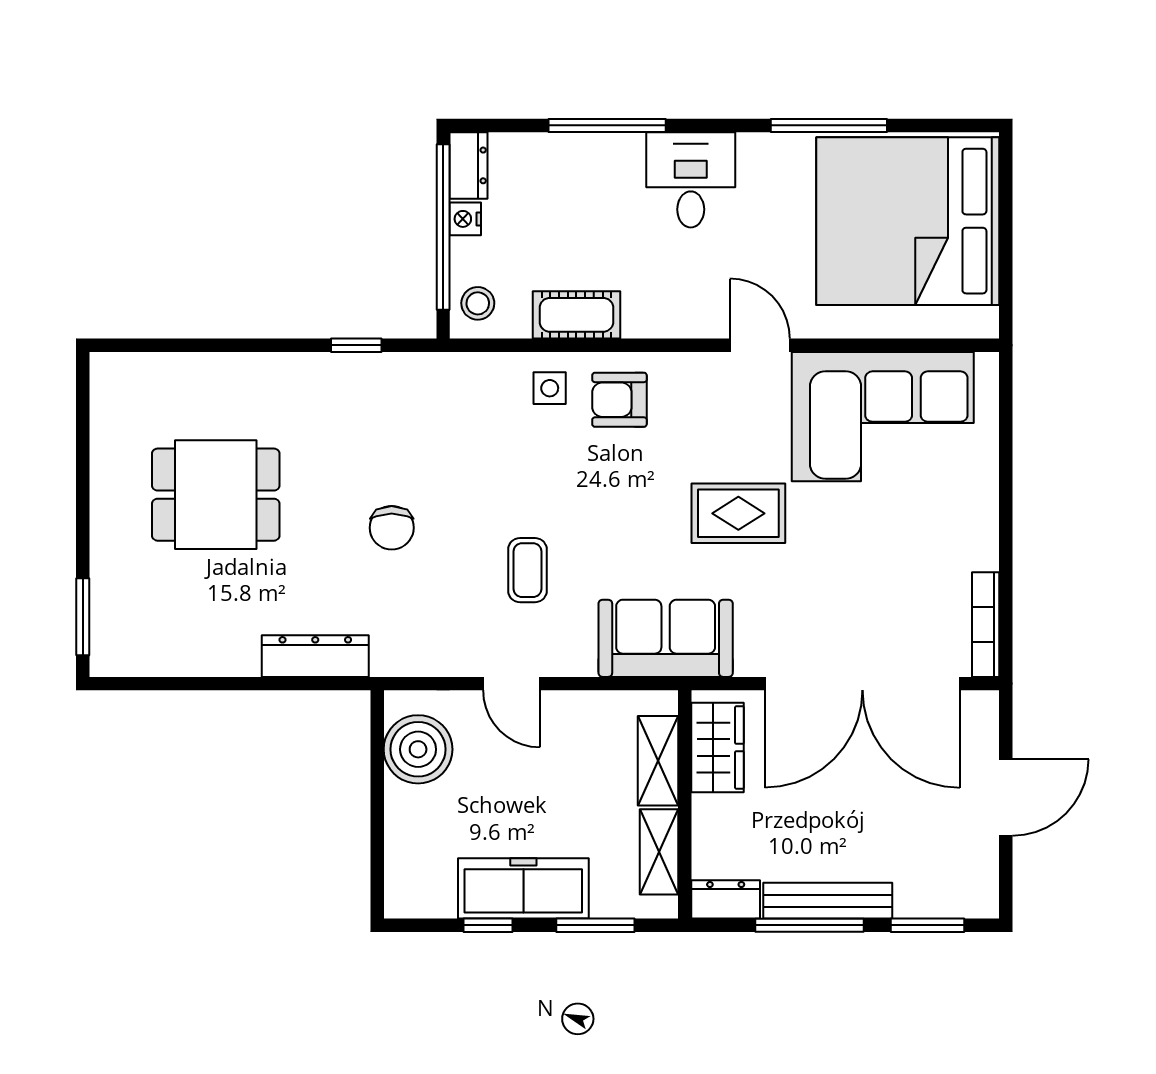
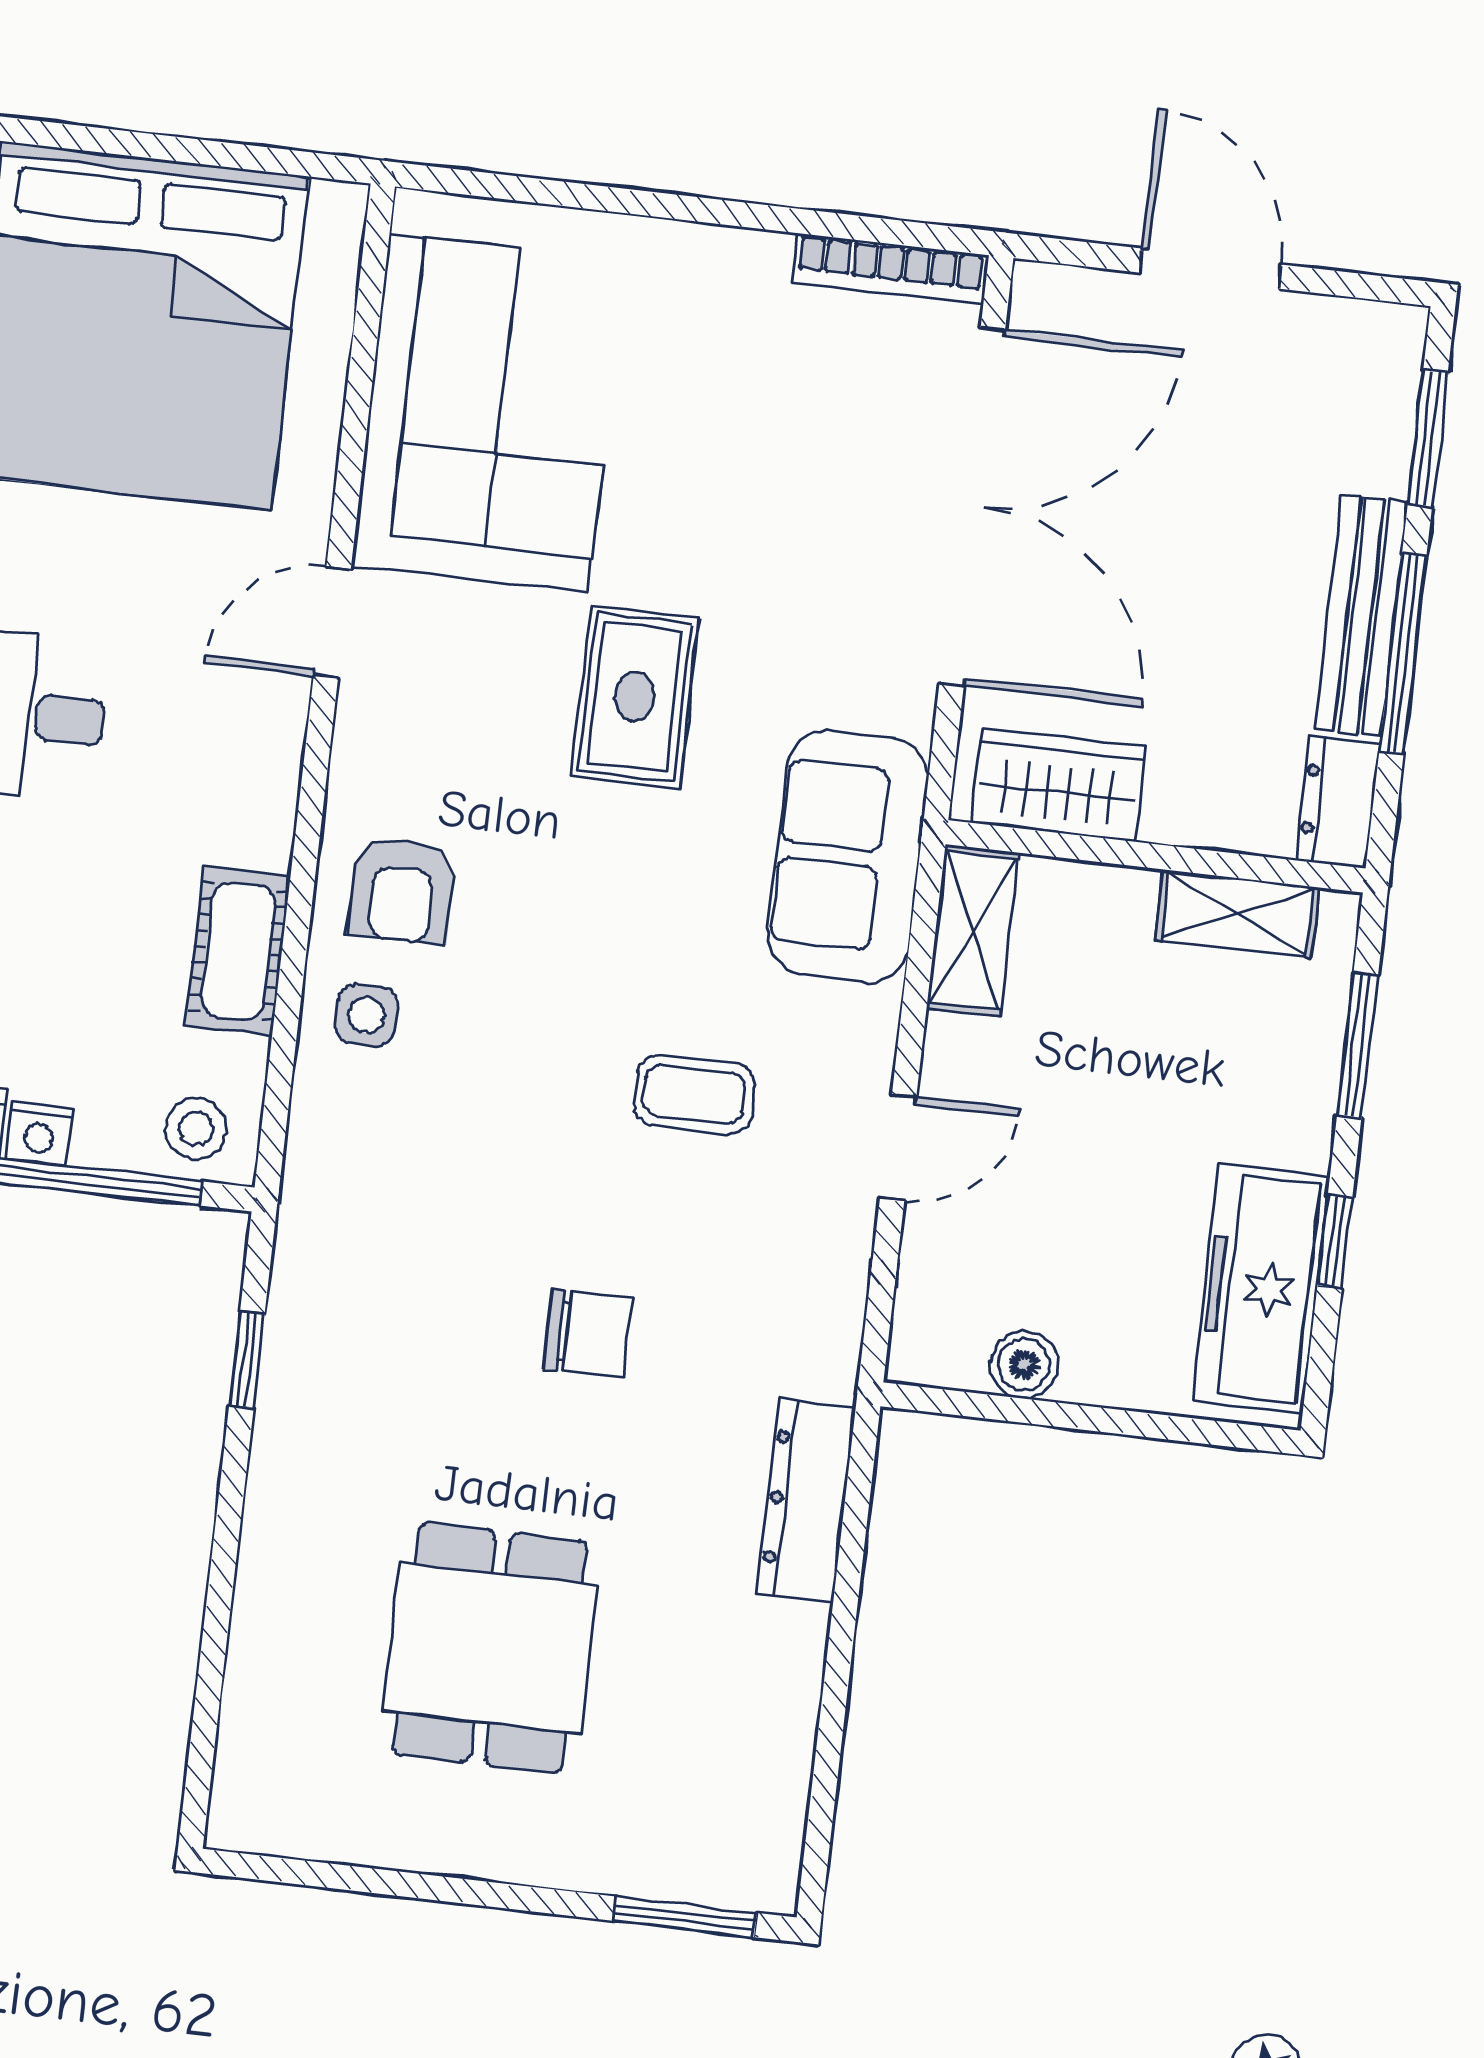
boiler: (418, 749) -> (1024, 1365), width x0.54, depth x0.54
shelving: (658, 761) -> (973, 930), moved, turned 90
freezer: (523, 888) -> (1261, 1289), moved

